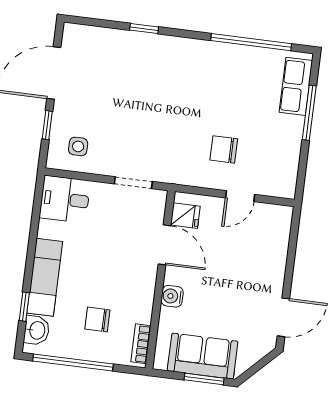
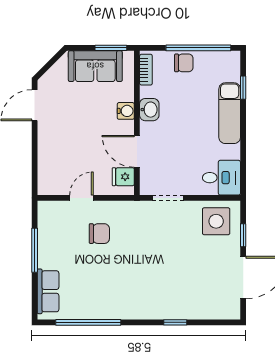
window: (309, 113) -> (35, 250), moved
side table: (78, 146) -> (216, 221), width x1.87, depth x1.87
chair: (97, 320) -> (184, 63), moved
washbasin: (37, 330) -> (149, 110), moved, turned 180
window: (204, 379) -> (111, 48), moved

